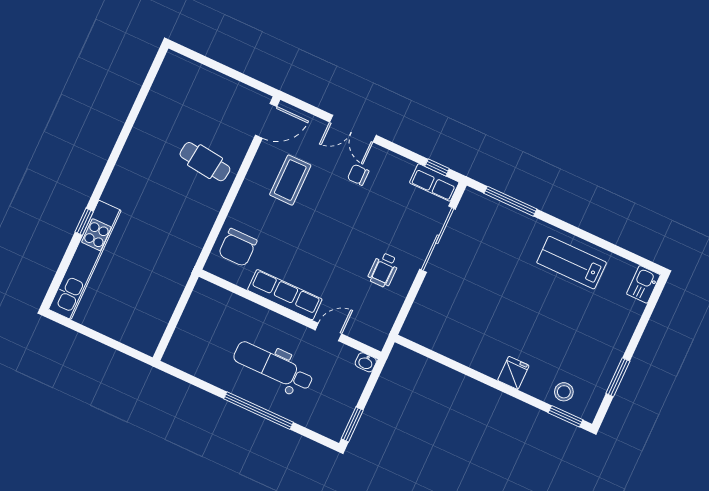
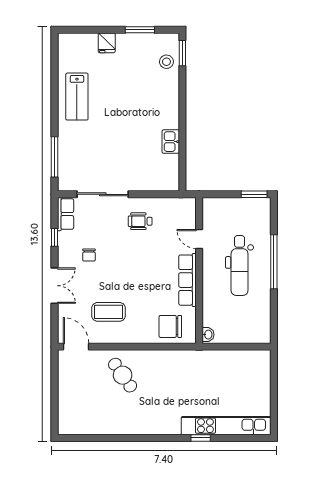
cafe table: (205, 162) -> (123, 375), turned -42
window: (437, 167) -> (54, 237), moved
chair: (358, 175) -> (89, 255), moved
chair: (238, 248) -> (170, 326), turned 180
wheelchair: (383, 270) -> (140, 221), turned 180
kitchen sink: (643, 284) -> (171, 142), moved, turned 90
washbasin: (366, 362) -> (208, 335), moved
fridge: (513, 373) -> (107, 43), moved, turned -90

